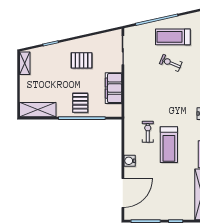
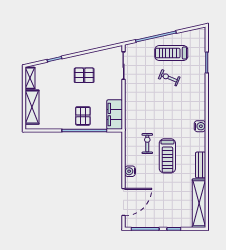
filing cabinet: (114, 88) -> (115, 115), moved
shelving: (38, 110) -> (32, 107), moved, turned 90

